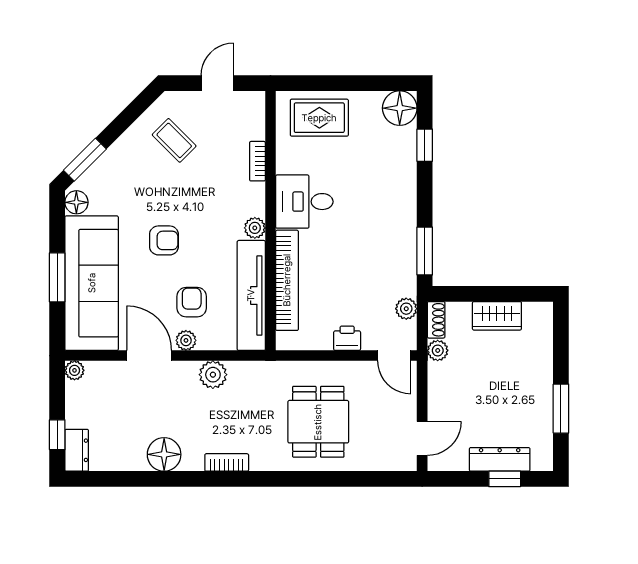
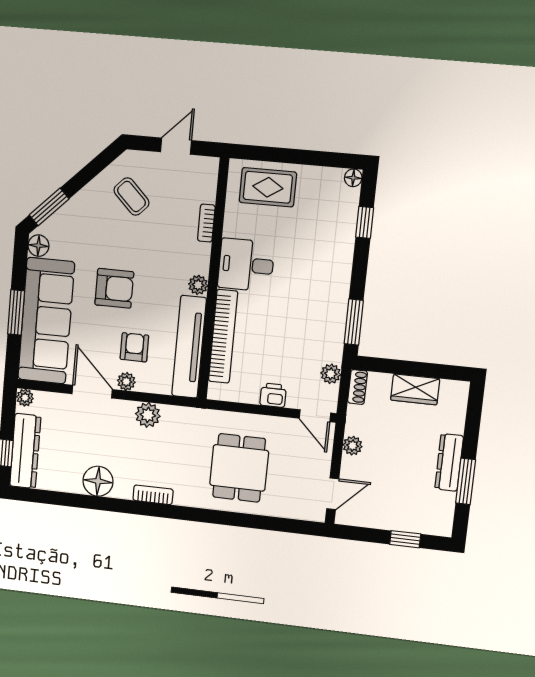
floor lamp: (400, 108) -> (353, 178), width x0.53, depth x0.53
armchair: (164, 240) -> (114, 288), width x1.38, depth x1.38
plant: (438, 350) -> (353, 446), moved
dresser: (77, 450) -> (25, 451), width x1.96, depth x1.24
dresser: (500, 459) -> (449, 462), moved, turned -90

